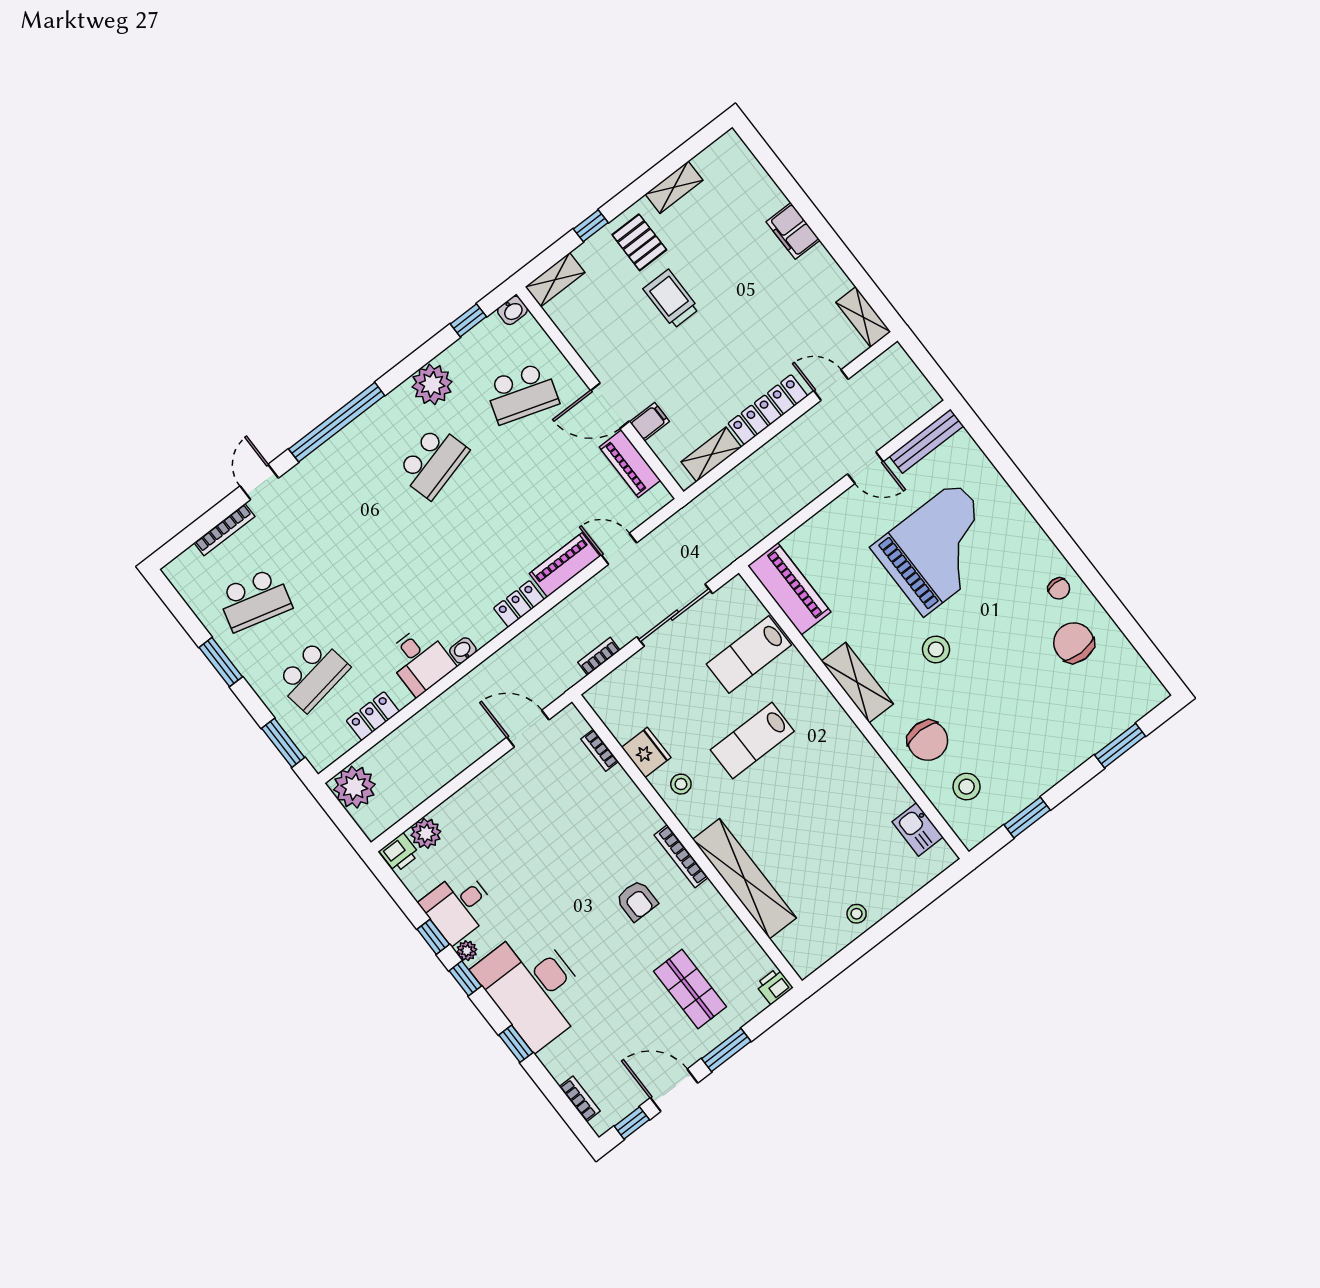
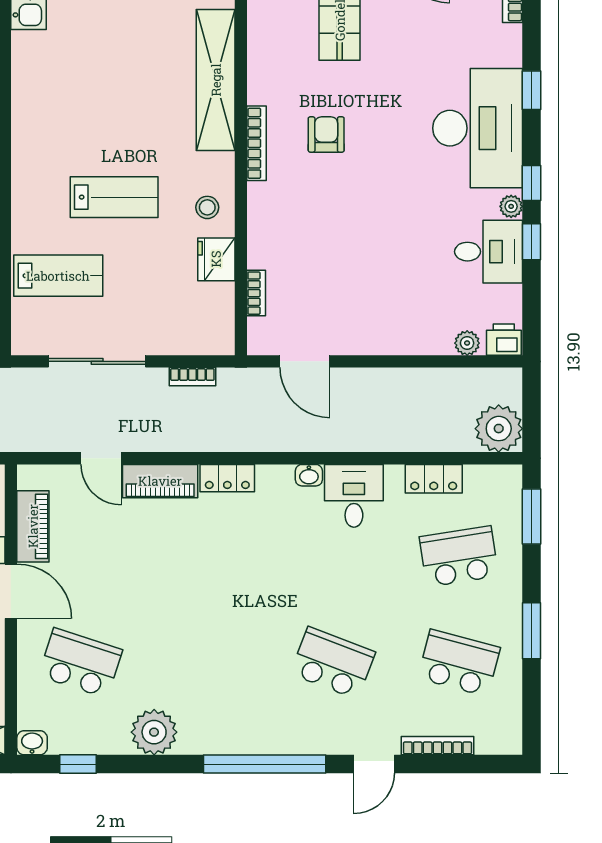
school desk: (433, 462) -> (333, 663), moved, turned 36
plant: (426, 833) -> (467, 343), width x0.73, depth x0.73

